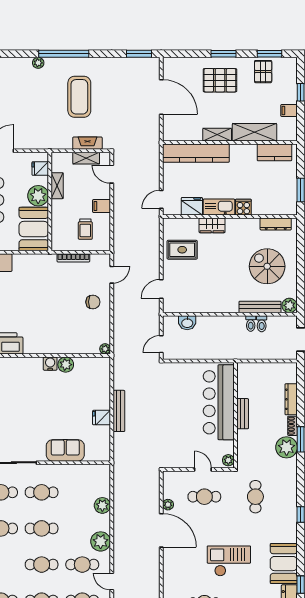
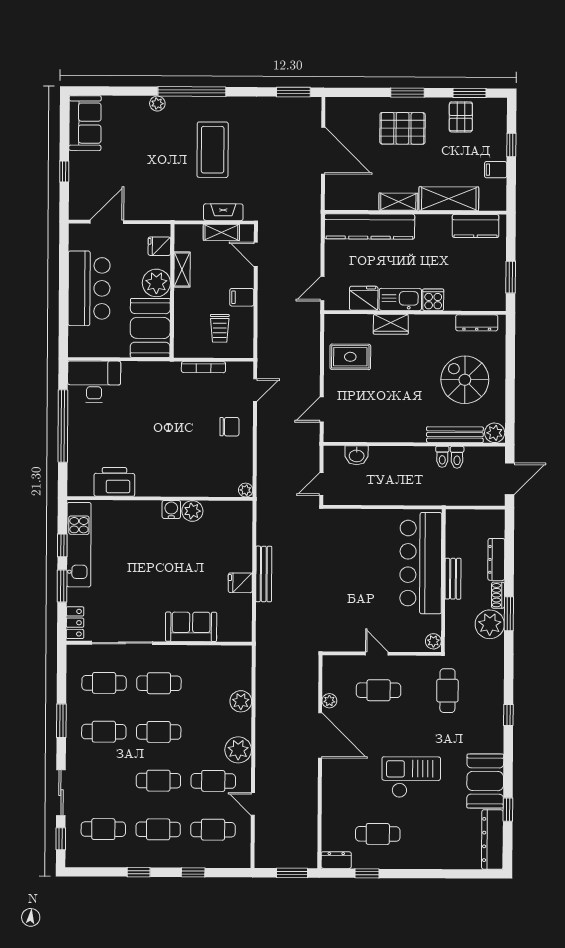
bar counter: (219, 402) -> (421, 563), moved
bench: (243, 414) -> (453, 579), moved
wall: (235, 415) -> (443, 581), moved
plant: (228, 460) -> (433, 641), moved

